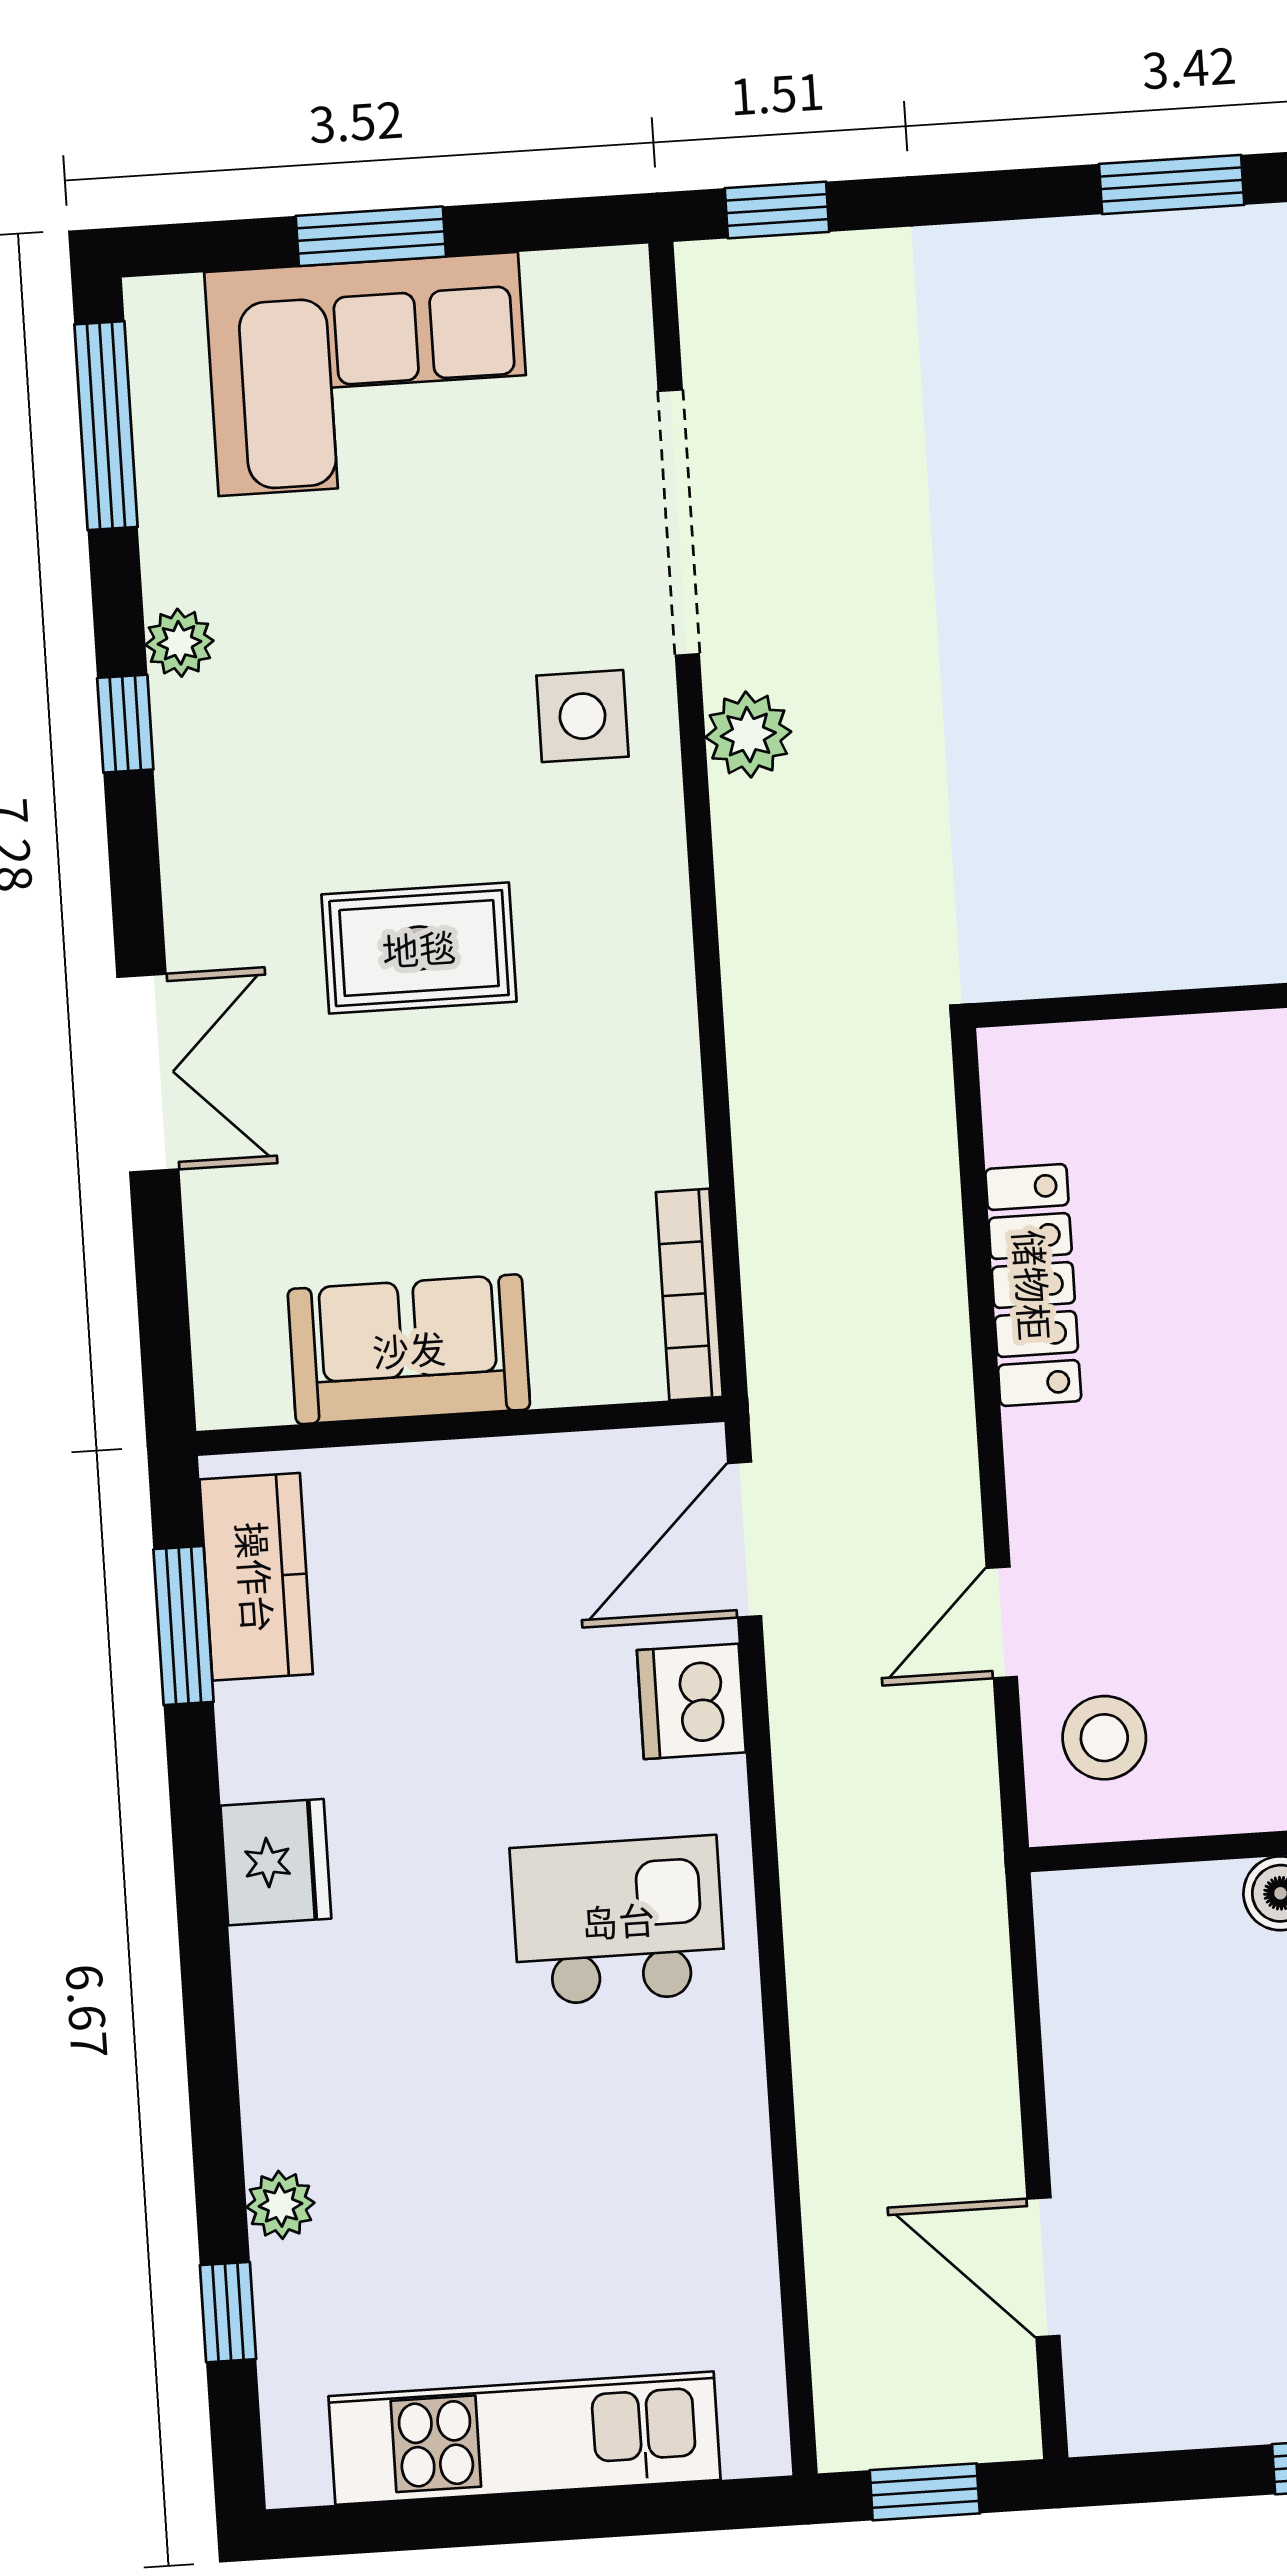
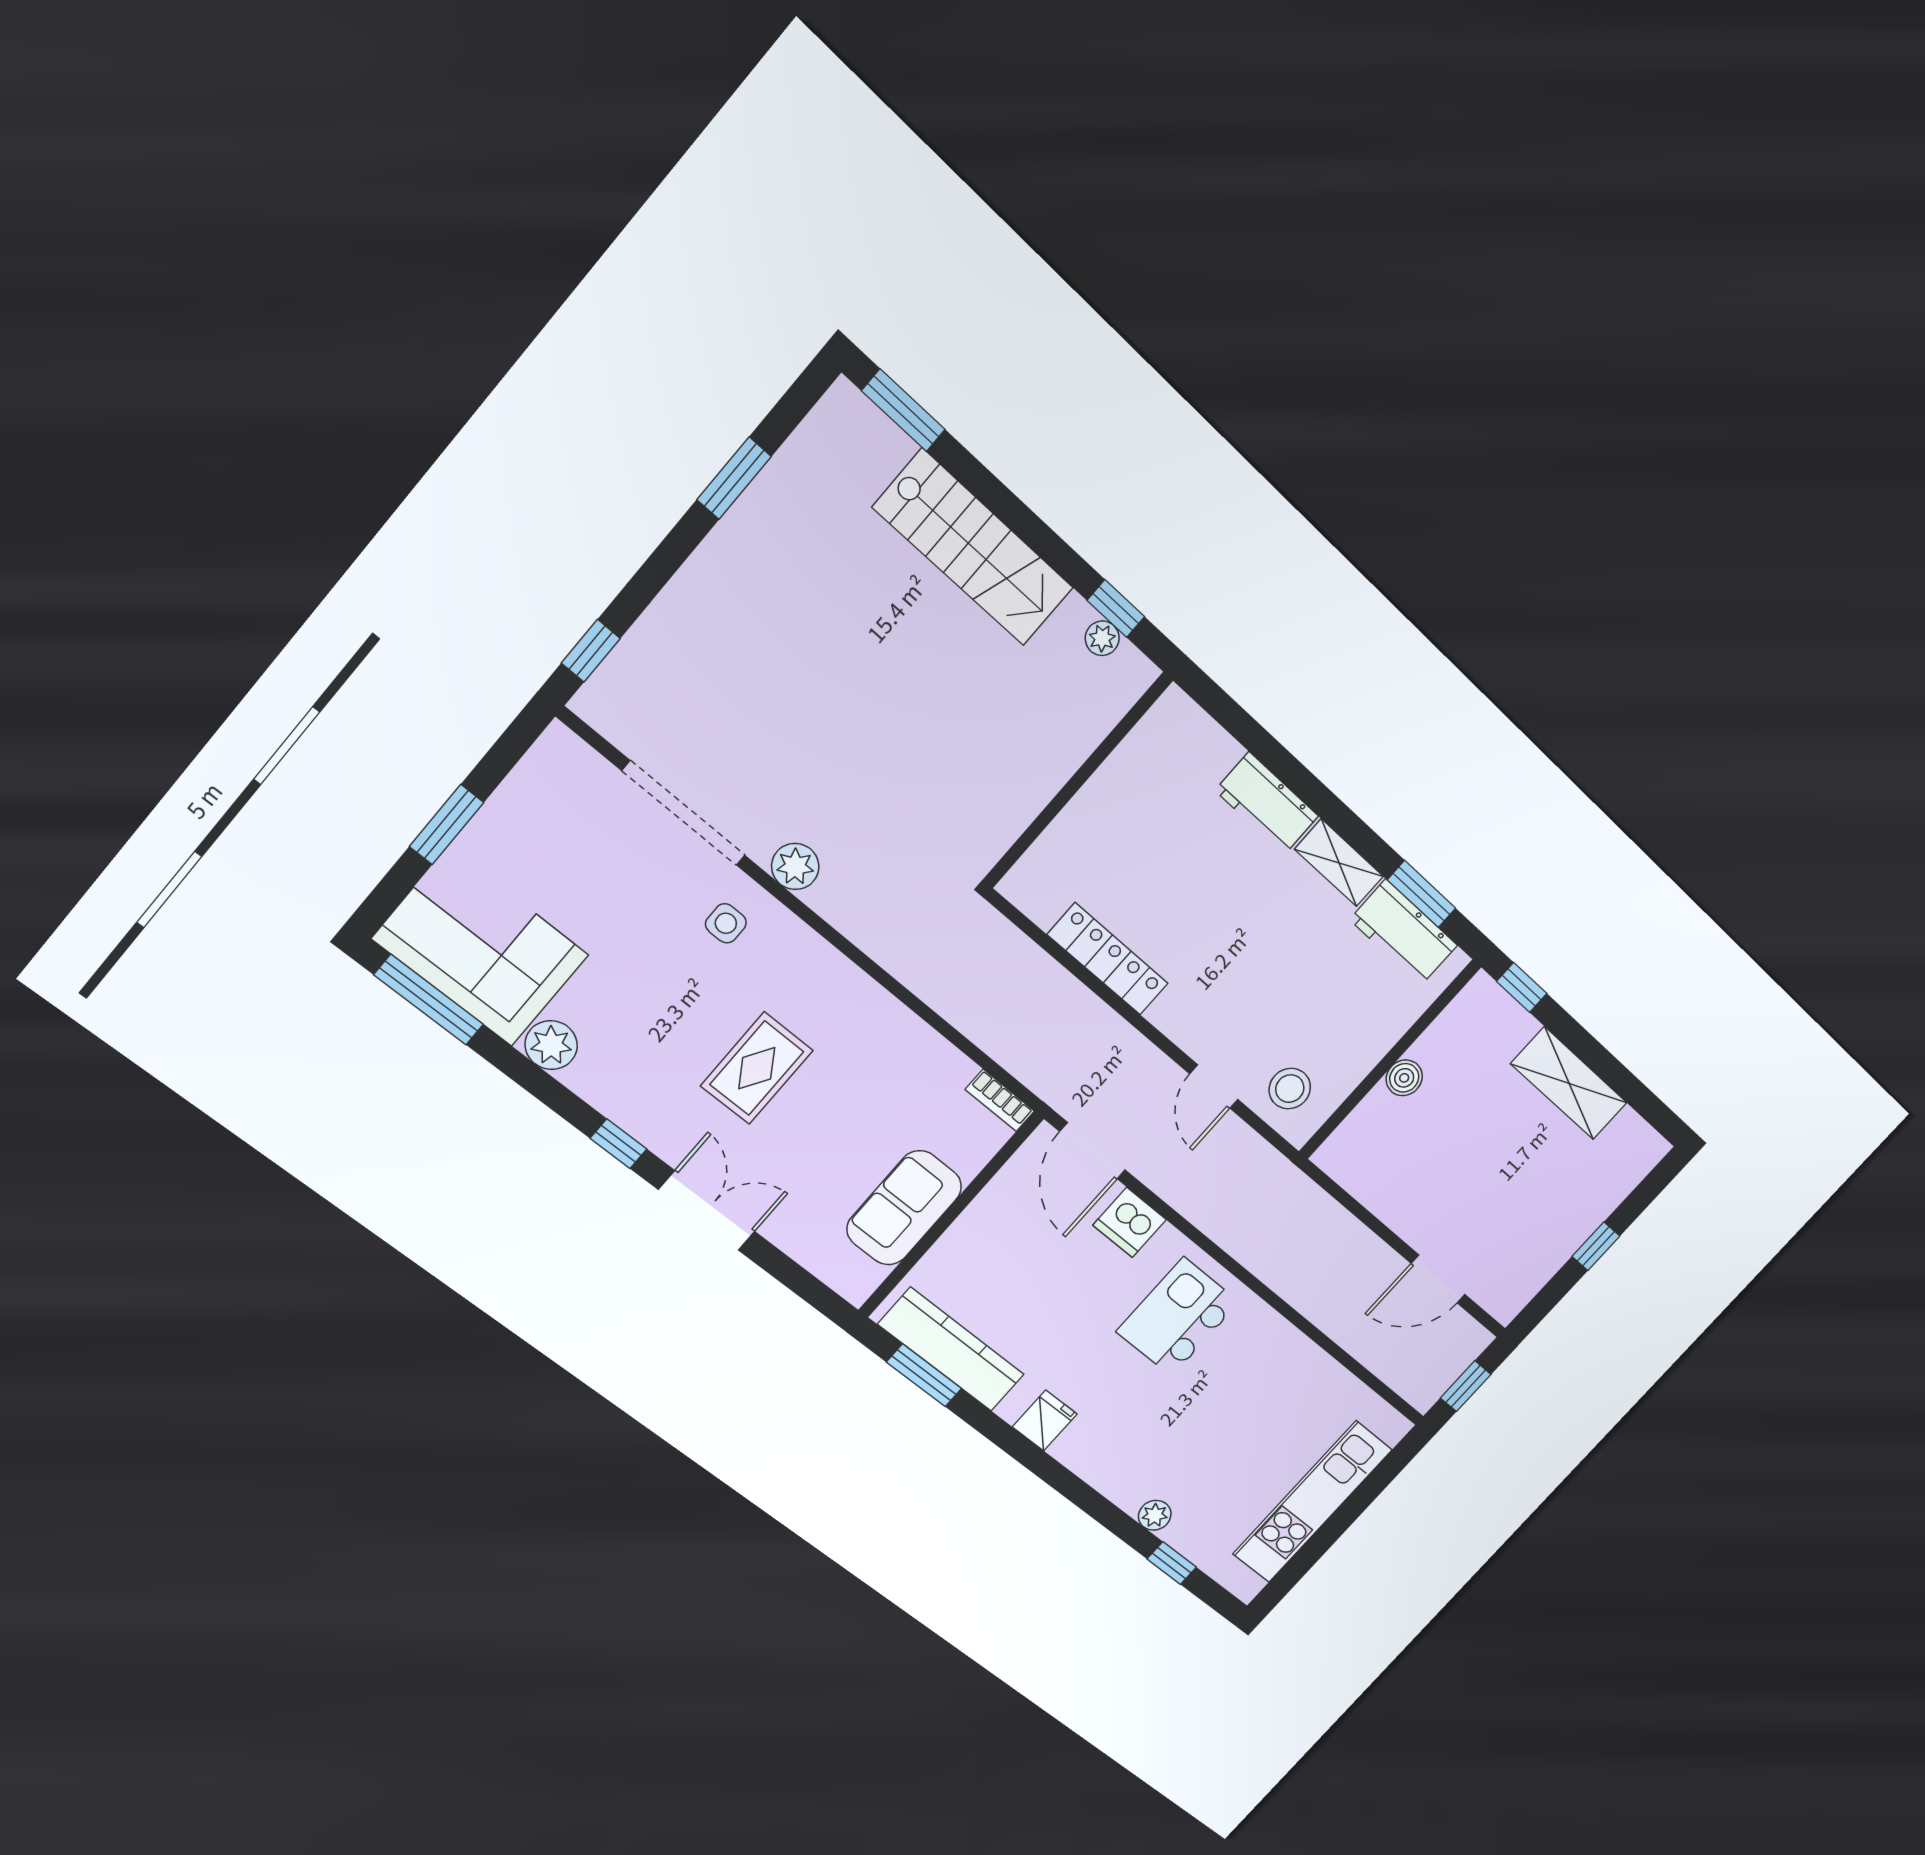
corner sofa: (368, 374) -> (481, 947), moved, turned -90
plant: (179, 643) -> (551, 1045), width x1.38, depth x1.38
side table: (583, 716) -> (726, 923), width x0.73, depth x0.73
window: (125, 724) -> (618, 1144), moved
bookcase: (689, 1295) -> (1000, 1100), width x0.64
kitchen counter: (256, 1577) -> (951, 1350), width x1.50
fridge: (276, 1862) -> (1045, 1421), width x0.72

